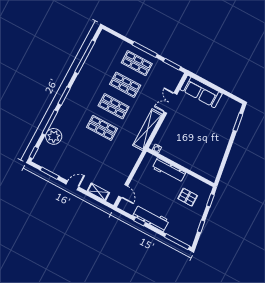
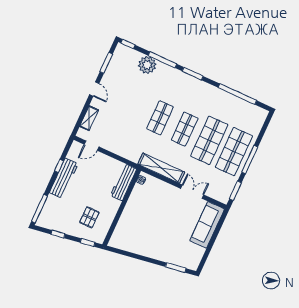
shop shelf: (137, 63) -> (234, 152), width x1.43, depth x1.36
shop shelf: (125, 85) -> (209, 140), width x1.43, depth x1.36
workbench: (169, 170) -> (124, 182), moved

